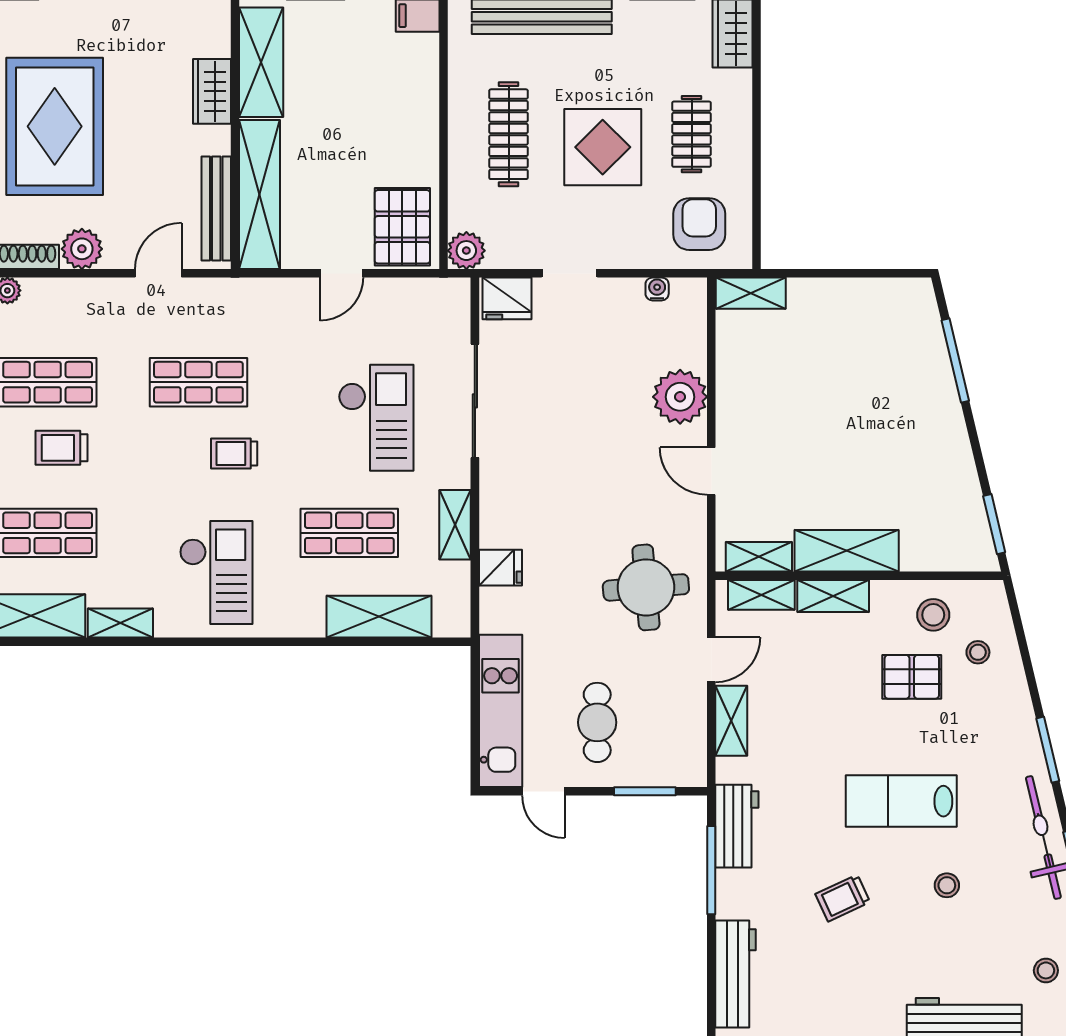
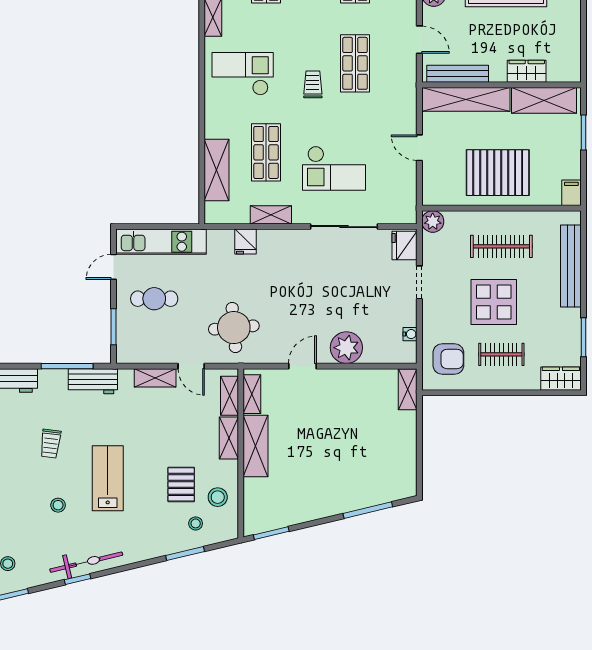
pallet: (402, 227) -> (498, 173), moved, width x1.37, depth x1.41
checkout: (216, 573) -> (243, 74), turned 180
window: (1048, 750) -> (185, 554), moved
trolley: (843, 898) -> (51, 444), turned -148

